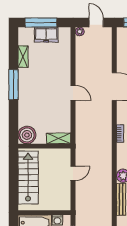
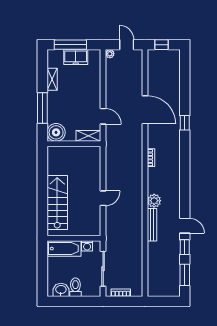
boiler: (27, 135) -> (56, 132), moved
shelving: (59, 138) -> (88, 136), moved
wall: (44, 146) -> (74, 144), moved

